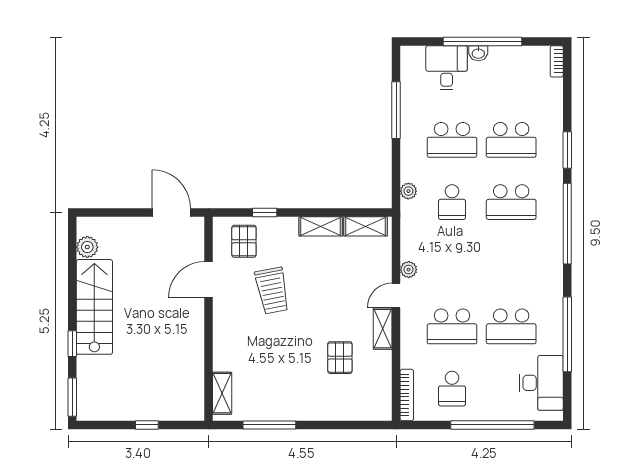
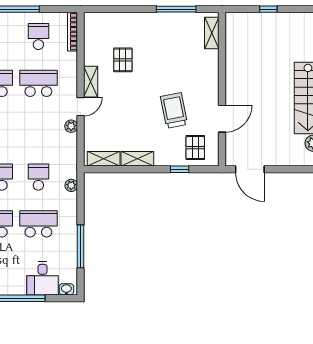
washbasin: (478, 53) -> (66, 289), moved

